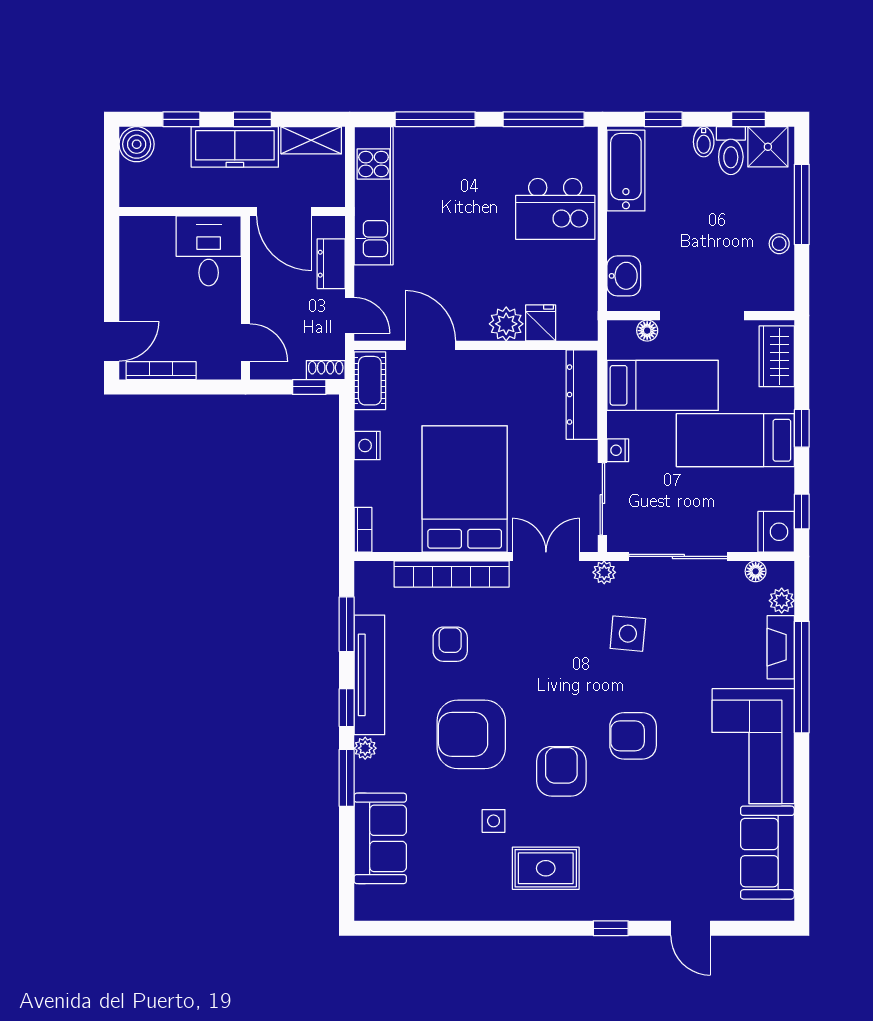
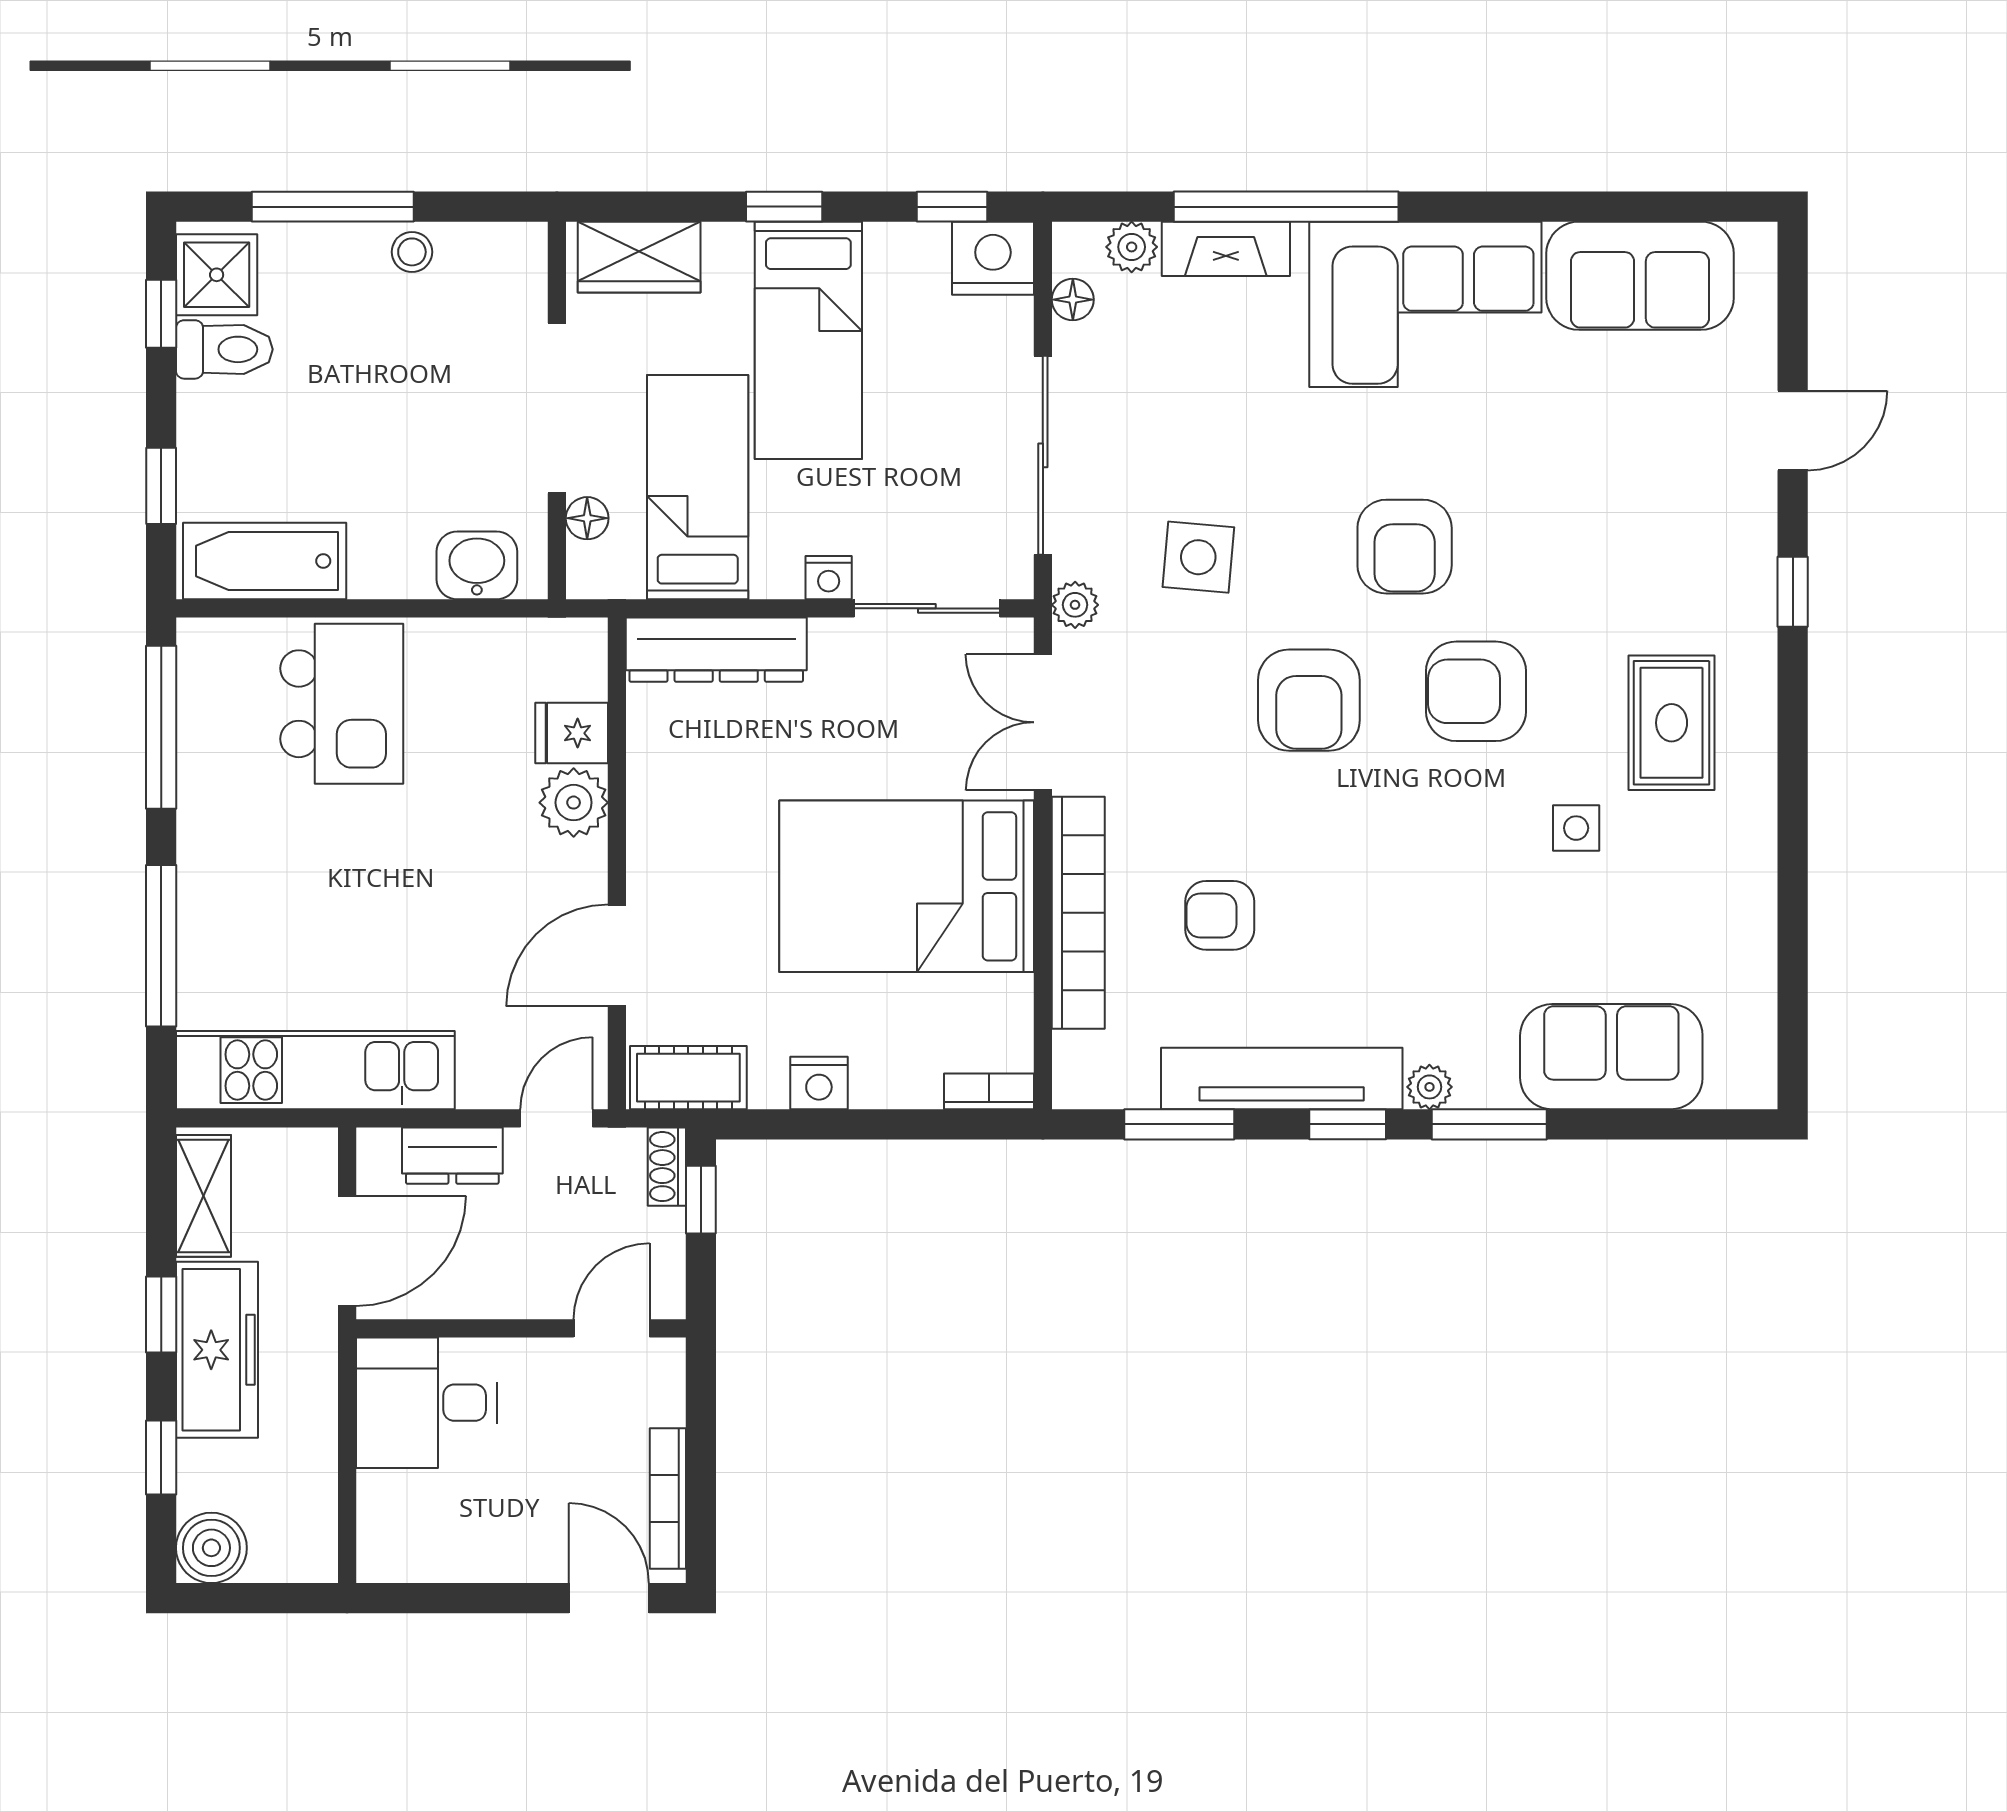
bidet: (704, 142) -> (206, 404), removed
armchair: (471, 734) -> (1309, 700), moved, width x0.73, depth x0.73

